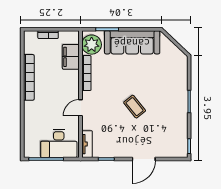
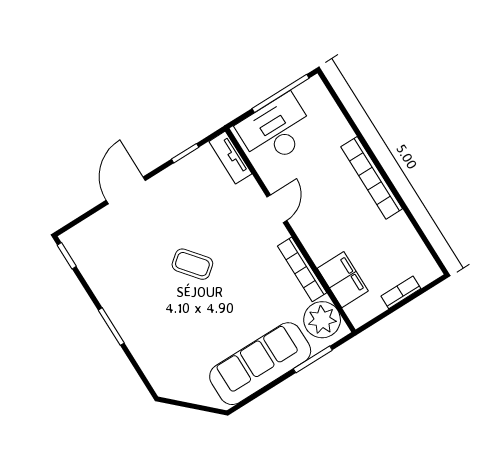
bookcase: (29, 77) -> (372, 178), moved

